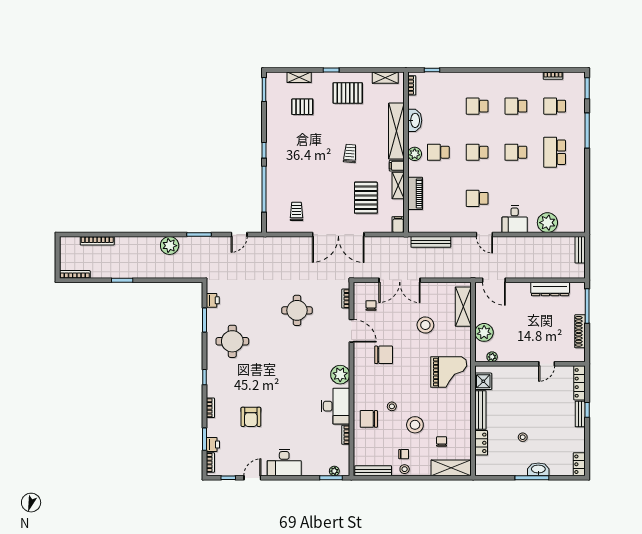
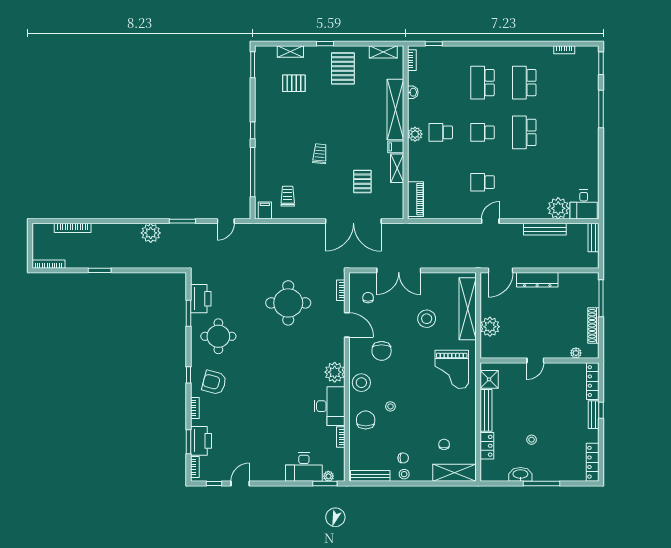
pallet: (348, 93) -> (343, 68), turned 90
school desk: (477, 106) -> (482, 83), width x1.85
school desk: (516, 106) -> (524, 83), width x1.85
school desk: (555, 106) -> (566, 83), removed
washbasin: (415, 120) -> (413, 92), width x0.52, depth x0.69
school desk: (516, 152) -> (524, 132), width x1.85
school desk: (555, 152) -> (566, 132), removed
trolley: (350, 153) -> (320, 154), moved
piano: (415, 193) -> (416, 199), moved
pallet: (366, 198) -> (362, 181), width x0.67, depth x0.71
desk: (515, 219) -> (584, 205), moved
filing cabinet: (398, 225) -> (265, 210), moved
double door: (338, 235) -> (353, 221), moved
door: (484, 235) -> (490, 221), swing flipped
bench: (431, 242) -> (545, 229), moved
door: (494, 280) -> (501, 270), hinge flipped
dresser: (550, 289) -> (537, 280), moved
printer: (213, 300) -> (201, 299), width x1.87, depth x1.48
shelving: (463, 307) -> (468, 309), width x1.47
round table: (297, 310) -> (288, 303), width x1.36, depth x1.36
chair: (384, 355) -> (382, 351), turned 90
plant: (492, 357) -> (576, 353), moved
door: (547, 364) -> (535, 361), moved
grand piano: (449, 372) -> (452, 369), turned 90
armchair: (251, 417) -> (214, 382), moved, turned 105
chair: (369, 419) -> (366, 420), turned 90
stool: (415, 425) -> (361, 383), moved
printer: (213, 444) -> (201, 441), width x1.87, depth x1.48
desk: (284, 463) -> (304, 467), moved
locker: (579, 464) -> (593, 462), width x1.53
washbasin: (538, 469) -> (520, 474), moved

